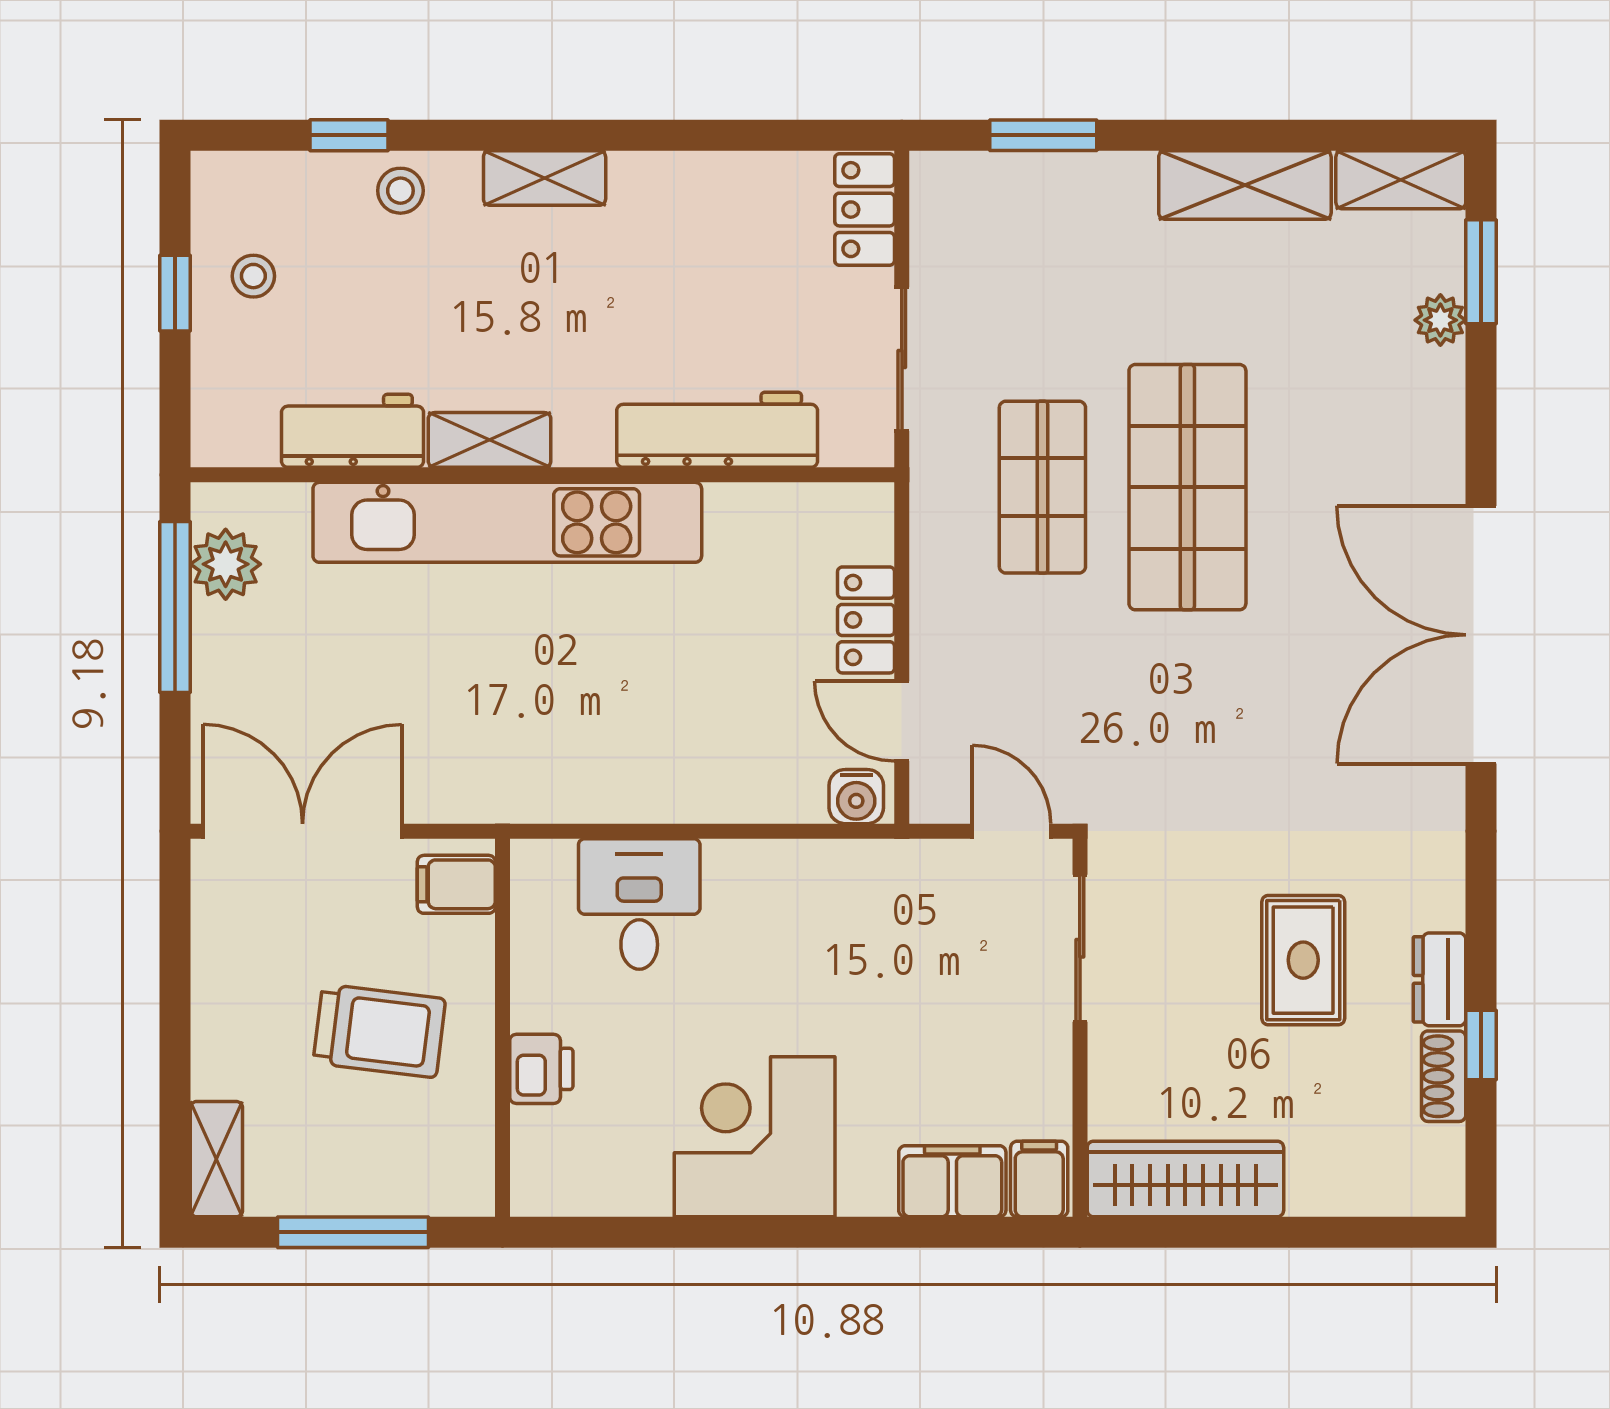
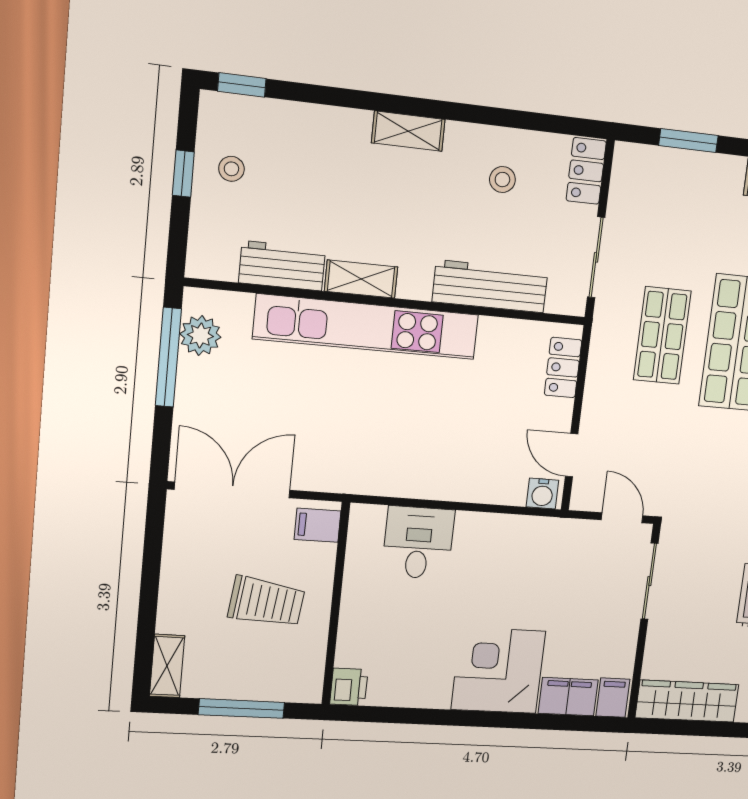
window: (349, 135) -> (242, 85), moved
stool: (400, 191) -> (502, 180), moved
locker: (866, 620) -> (563, 368), moved
printer: (541, 1069) -> (349, 687), moved
corner desk: (755, 1137) -> (498, 670), moved

